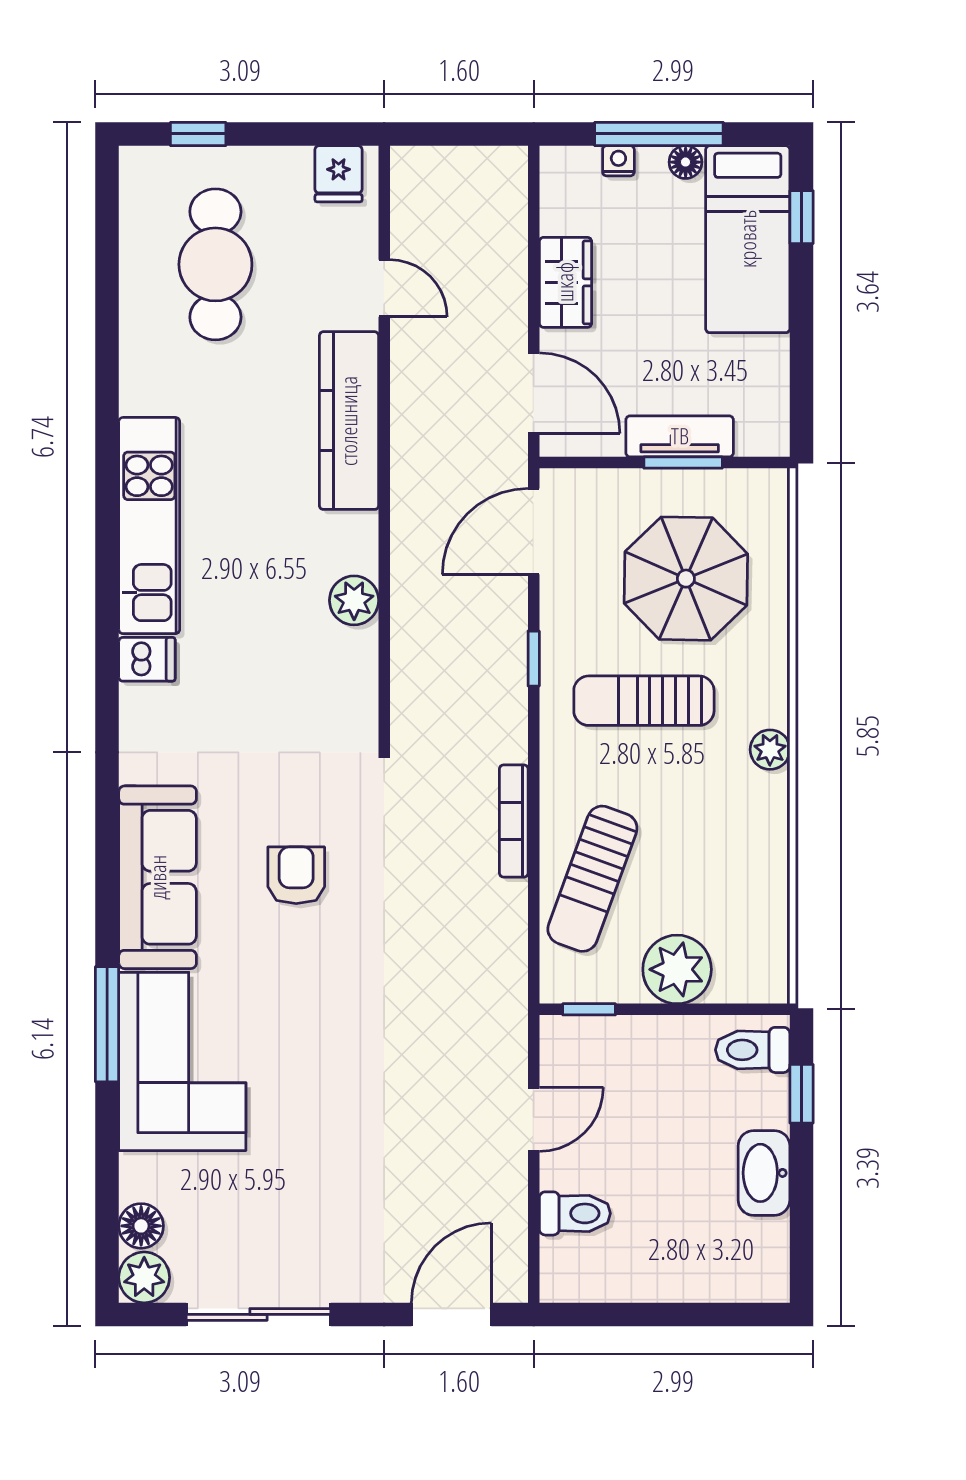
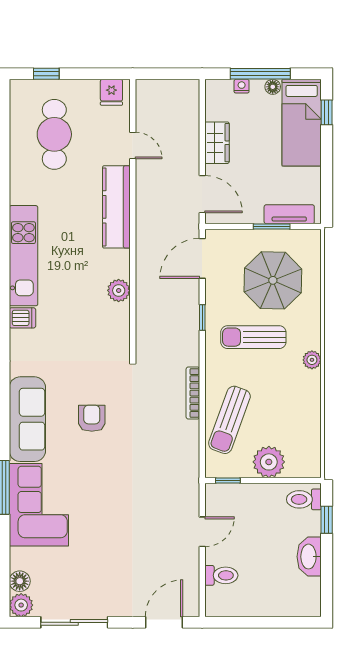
tv unit: (680, 436) -> (289, 214), moved

